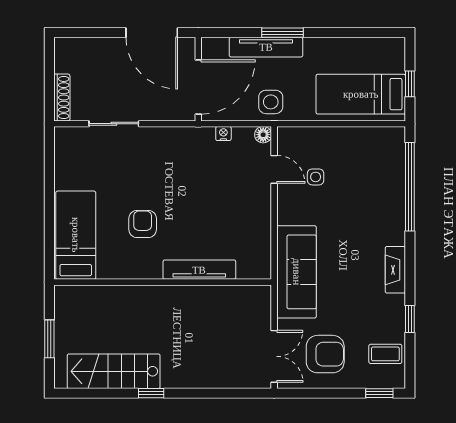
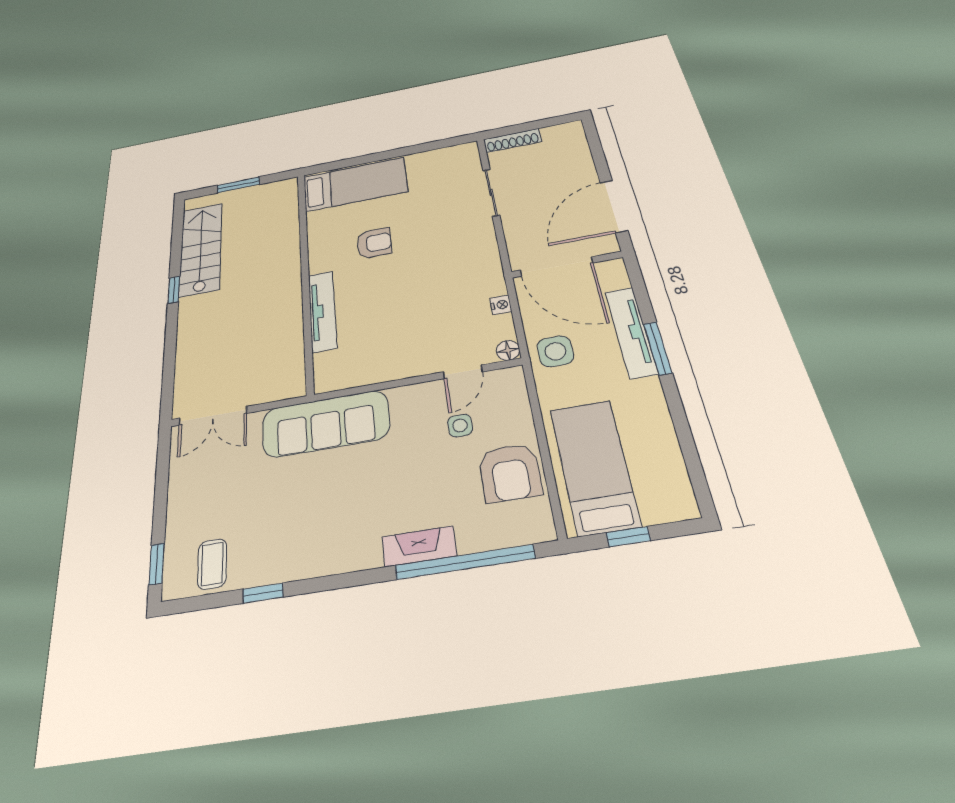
fireplace: (395, 270) -> (419, 546), moved
armchair: (325, 354) -> (510, 473), moved

